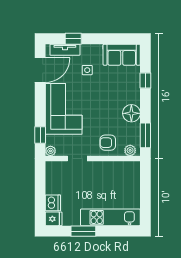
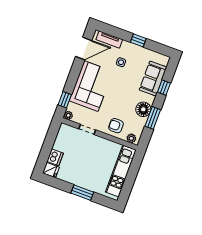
window: (73, 39) -> (138, 40), moved
sofa: (122, 55) -> (153, 79), moved, turned 90
window: (145, 135) -> (153, 118), moved
kitchen unit: (110, 217) -> (121, 171), moved, turned -90
window: (83, 231) -> (82, 193), moved

